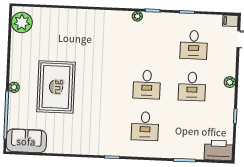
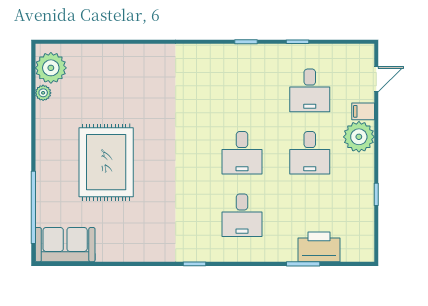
plant: (137, 16) -> (223, 51), removed
filing cabinet: (230, 21) -> (363, 111), moved
plant: (230, 82) -> (359, 137), width x1.87, depth x1.87
plant: (14, 87) -> (43, 93), moved
printer: (218, 150) -> (319, 247), moved

